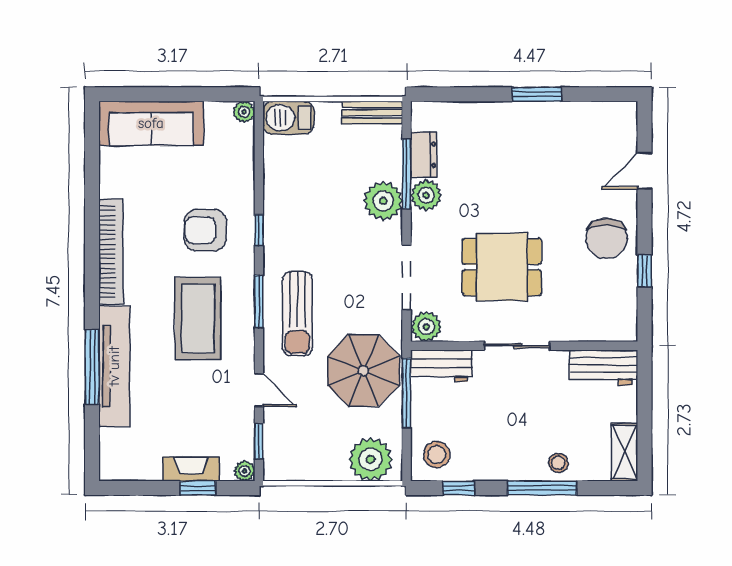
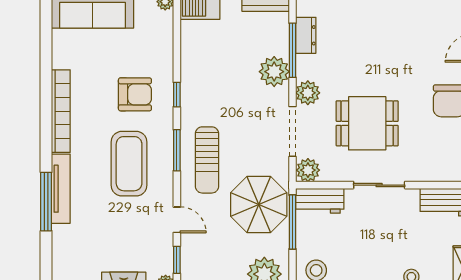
plant: (426, 195) -> (308, 93), moved
armchair: (205, 230) -> (135, 94), turned 180
tv unit: (114, 366) -> (61, 189), width x0.73, depth x0.78

